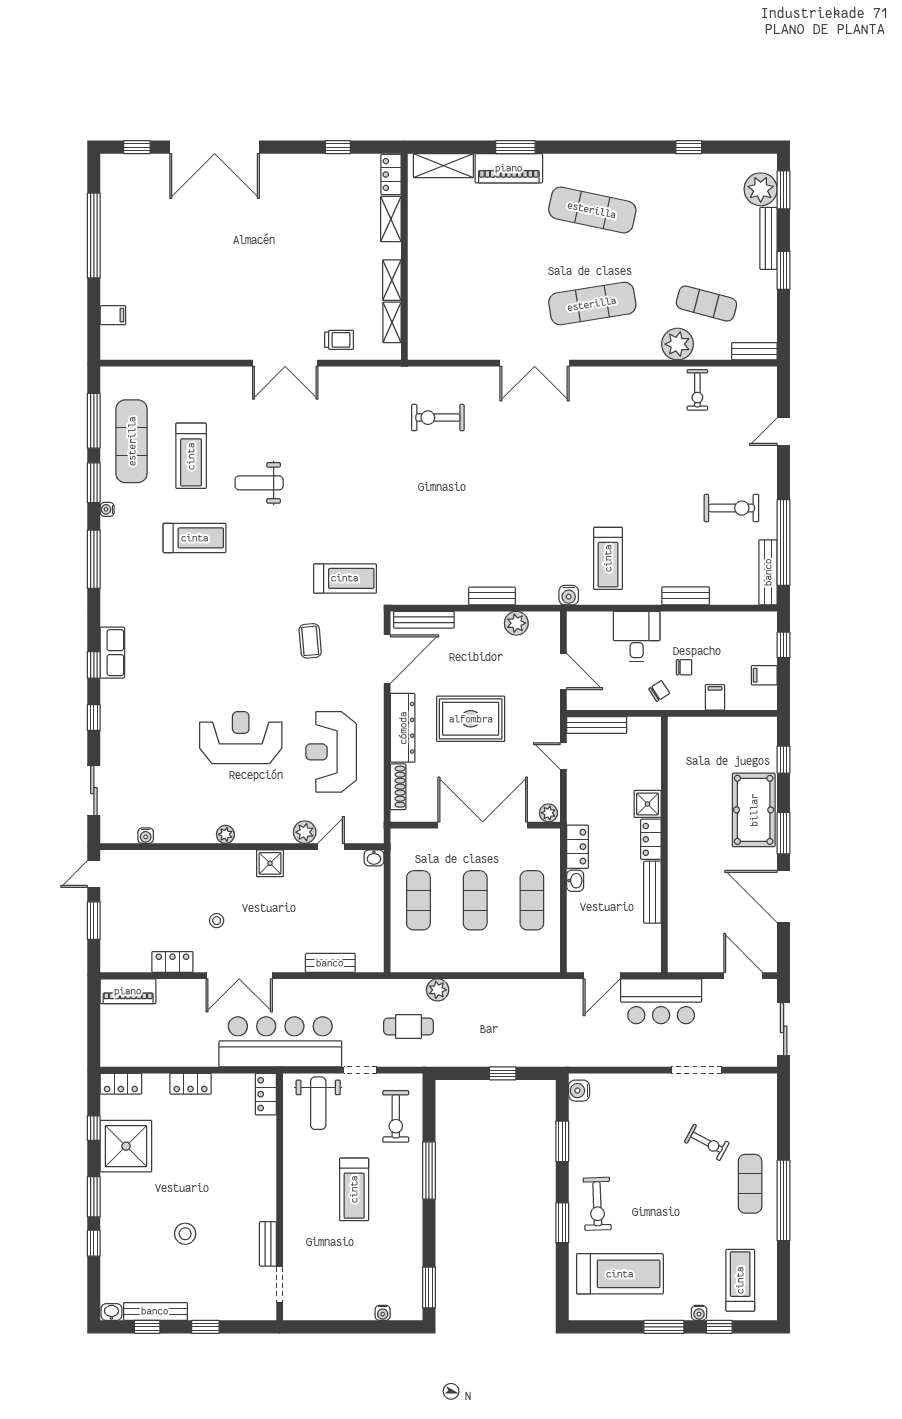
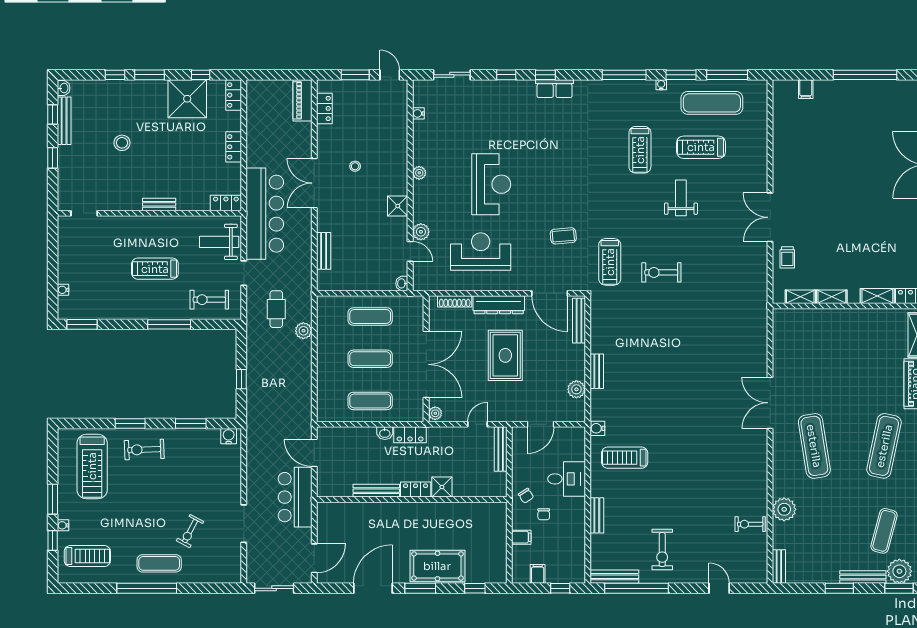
exercise mat: (706, 304) -> (884, 531), moved
exercise bike: (438, 418) -> (661, 272), moved, turned -90
locker: (172, 962) -> (324, 108), moved
bench: (268, 1244) -> (159, 204), moved

